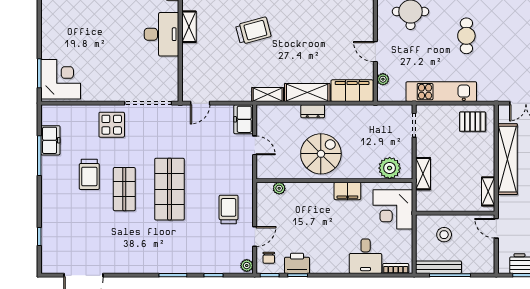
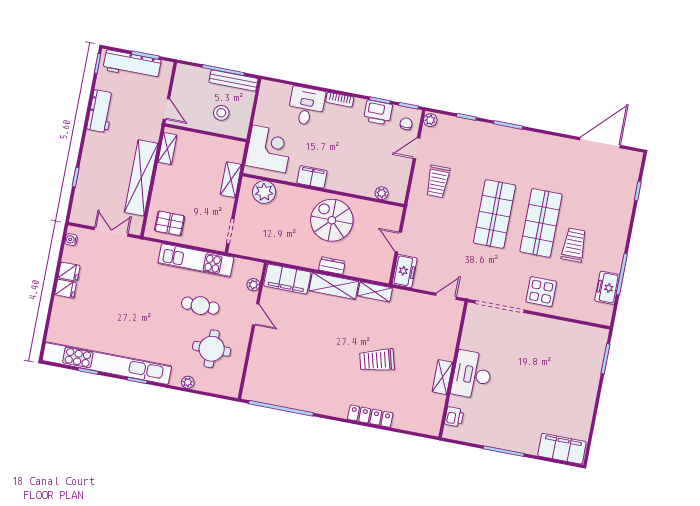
cafe table: (466, 36) -> (200, 306), moved, turned 90
corner desk: (61, 79) -> (585, 348), removed
spiral stairs: (321, 154) -> (332, 220), turned 90
shop shelf: (124, 189) -> (541, 223), width x1.43, depth x1.36
bookcase: (396, 268) -> (340, 100), moved

